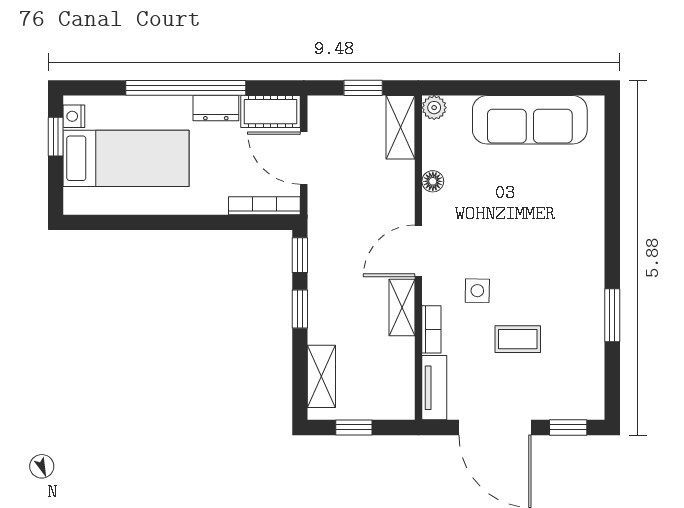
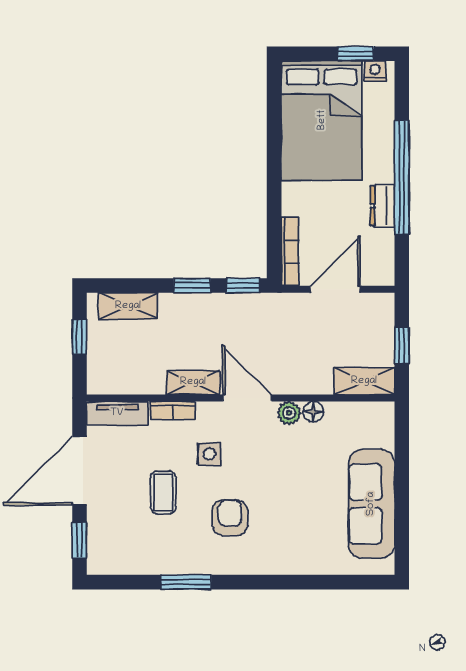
plant: (434, 108) -> (289, 413), moved
cot: (271, 112) -> (379, 258), removed
bed: (126, 158) -> (322, 120), width x1.50
armchair: (544, 269) -> (230, 518), added

